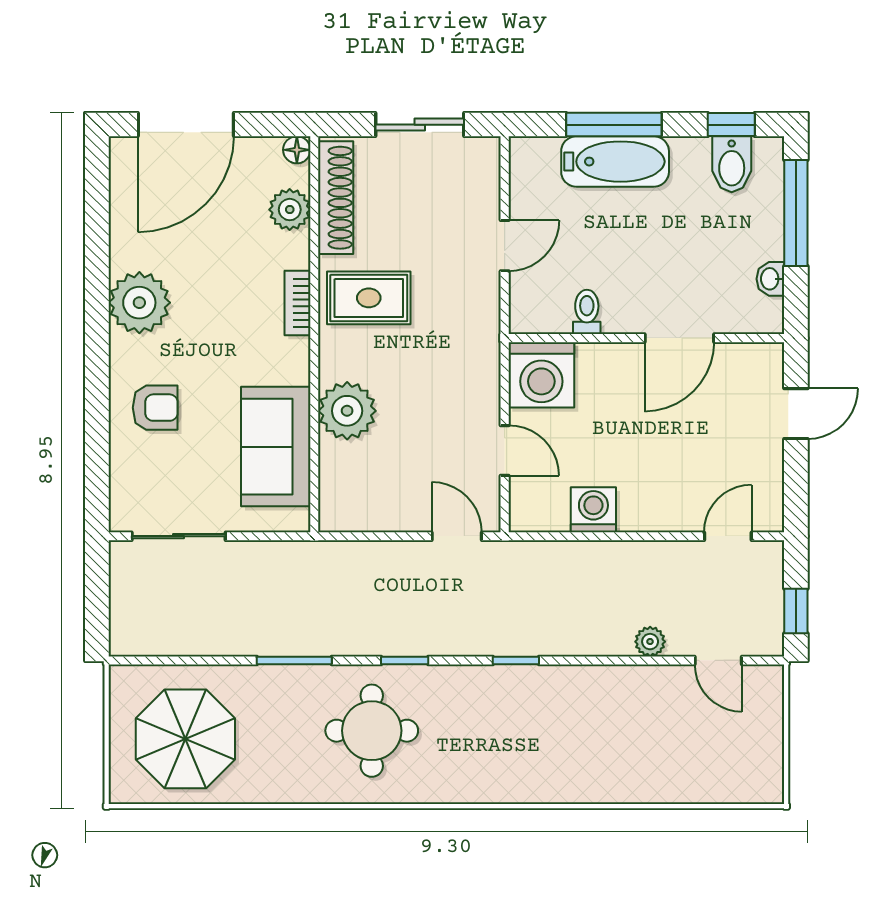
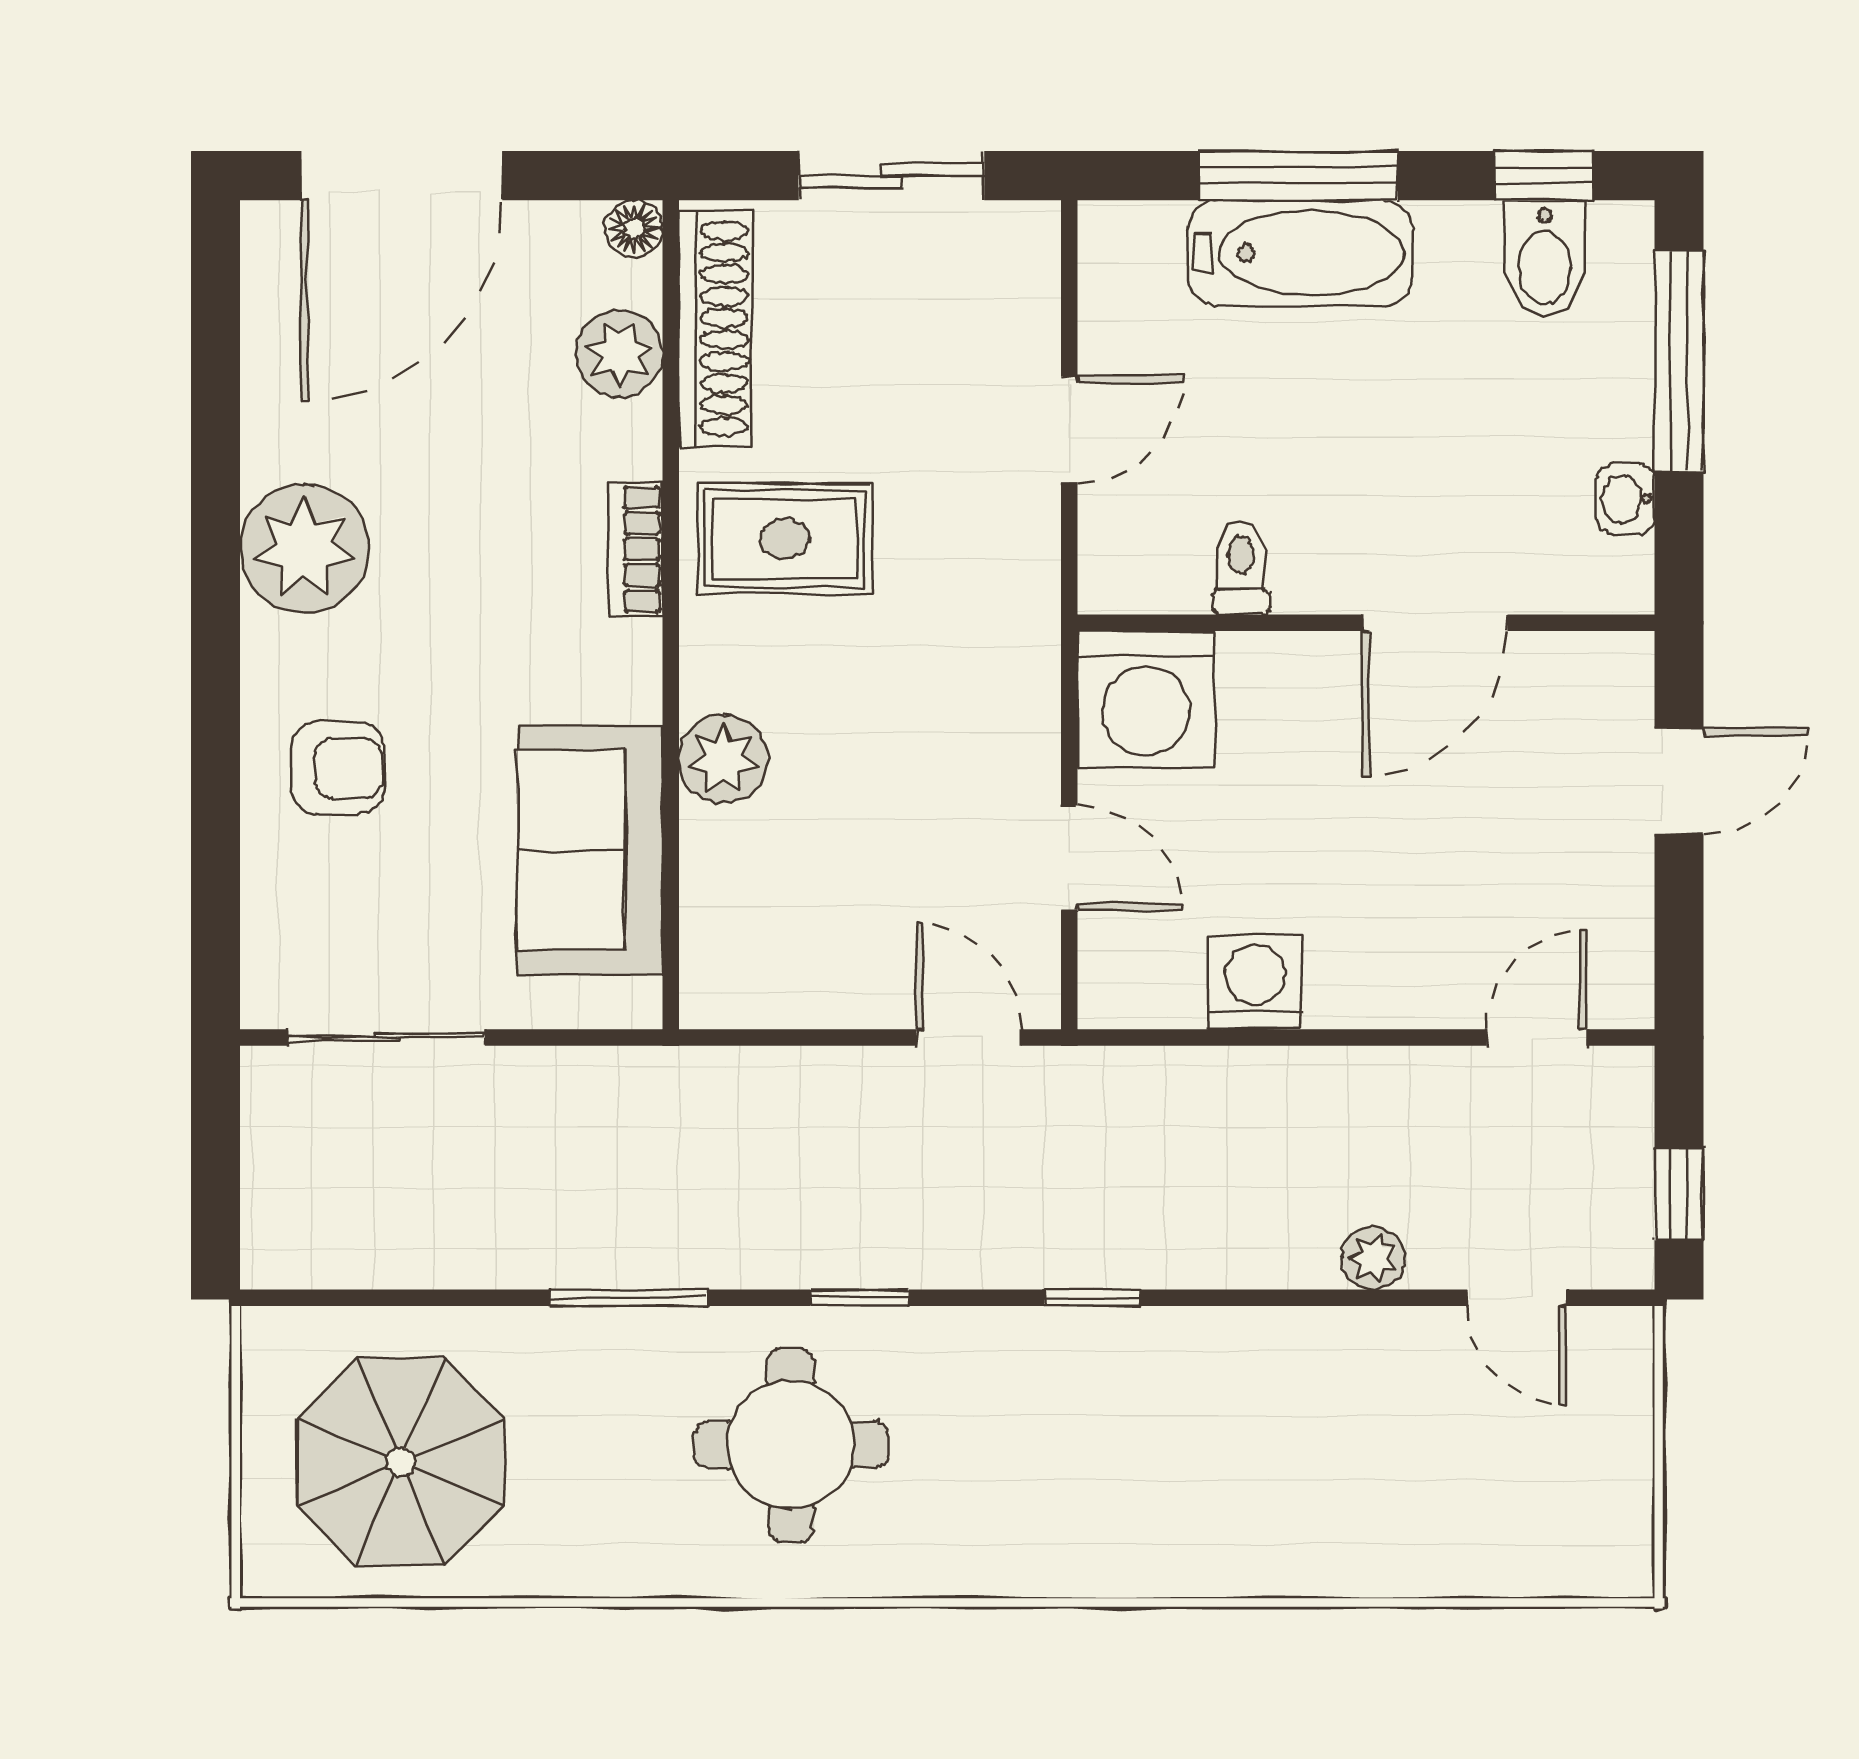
plant: (347, 411) -> (723, 759), width x0.73, depth x0.73

